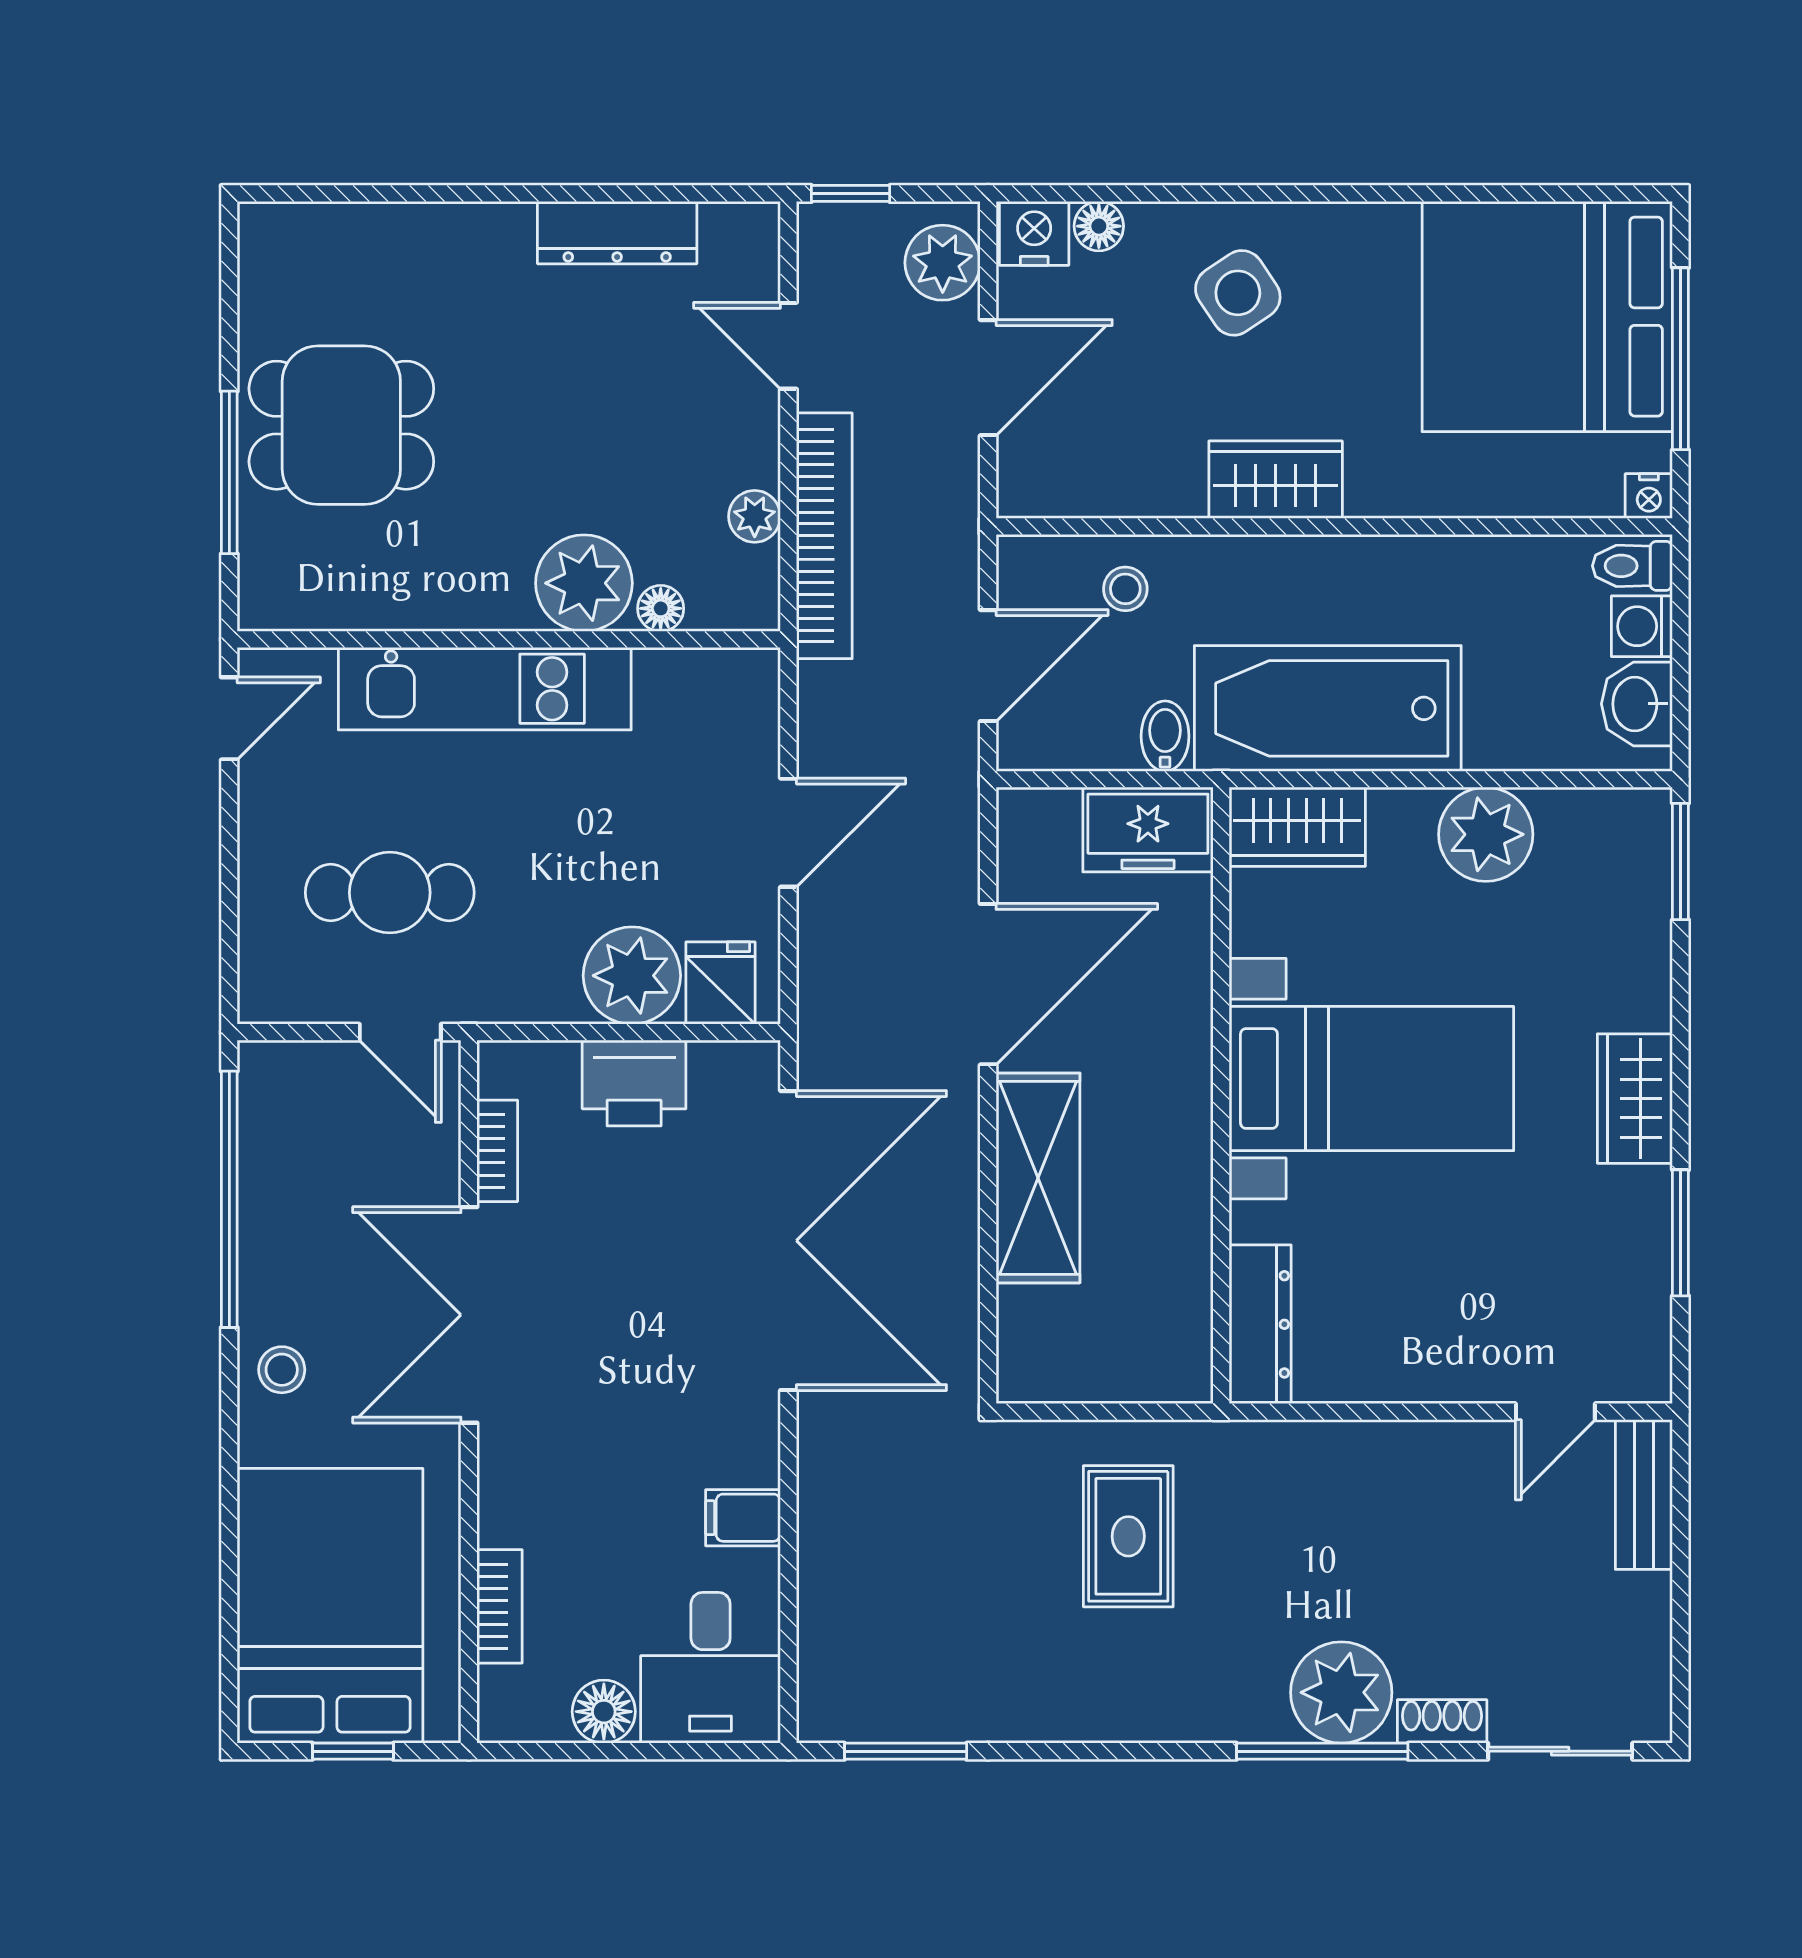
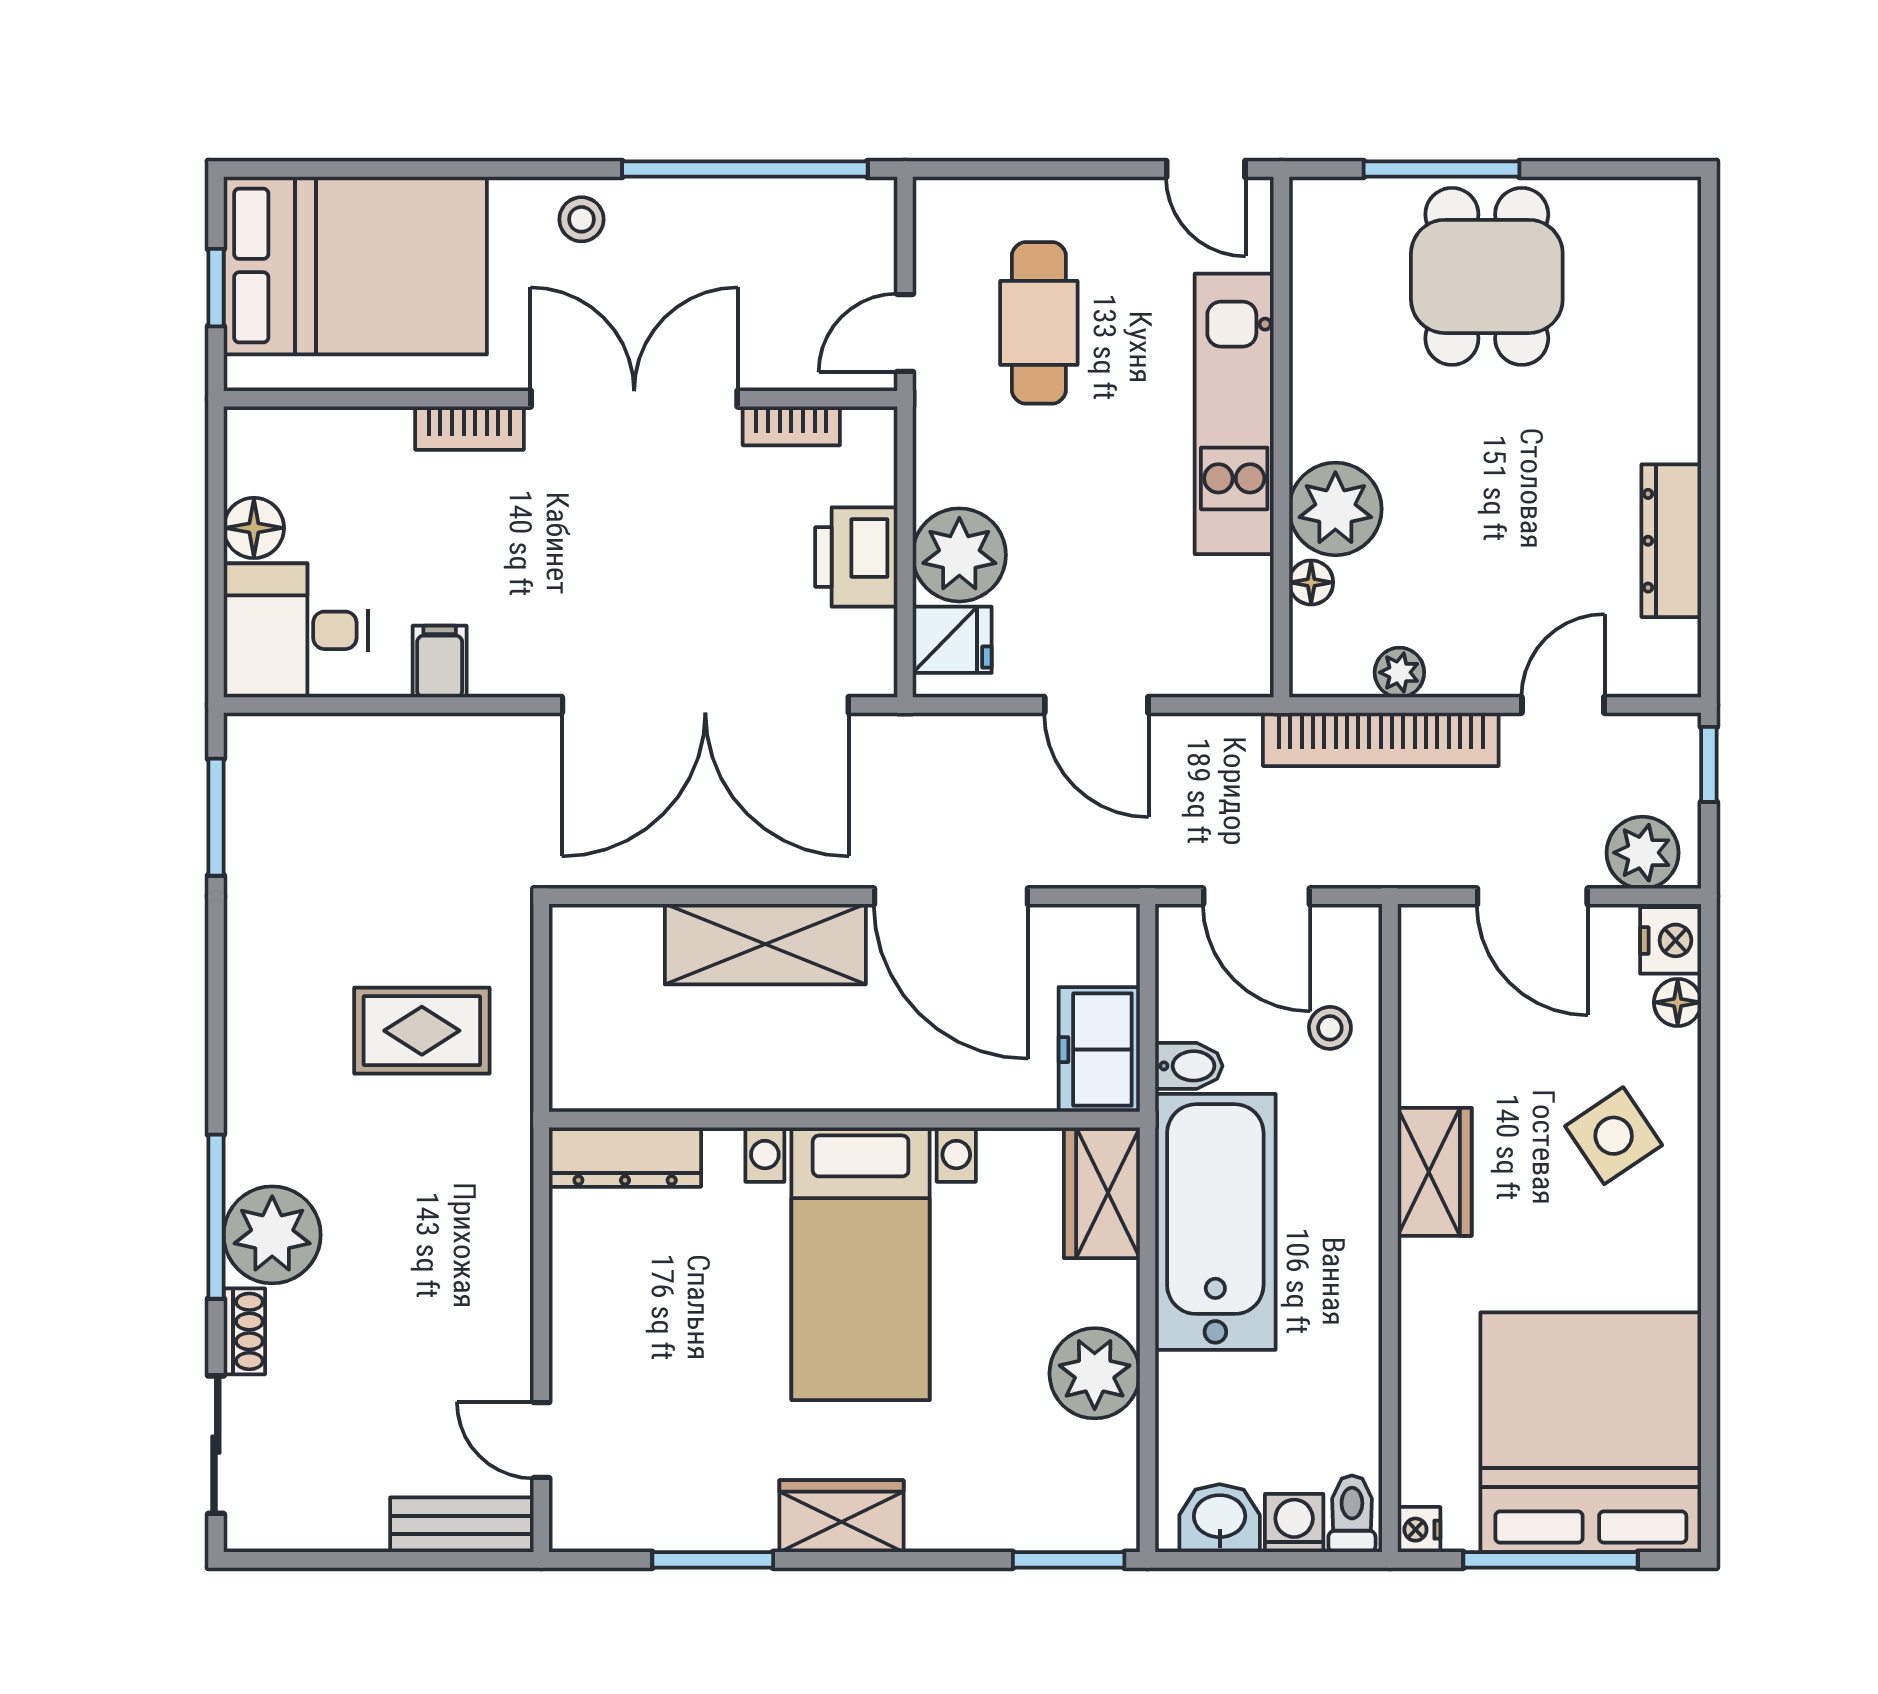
bookcase: (500, 1606) -> (469, 428), moved

